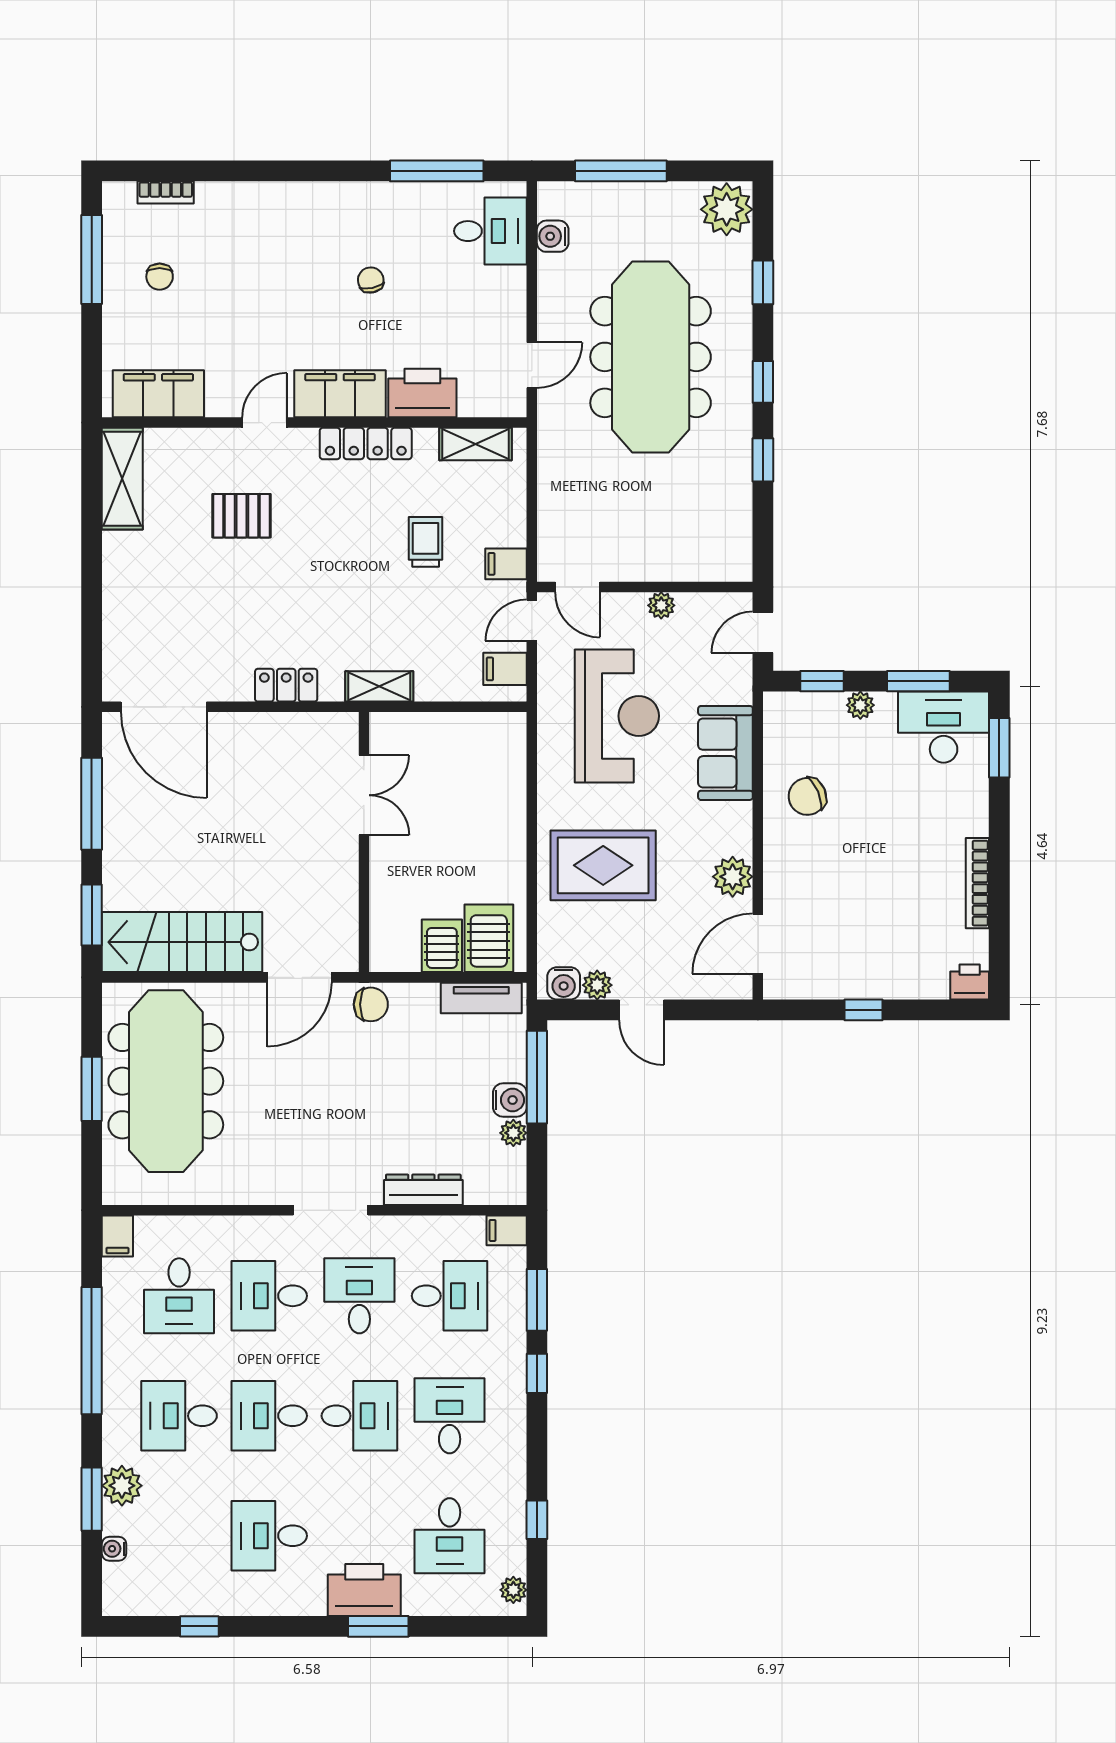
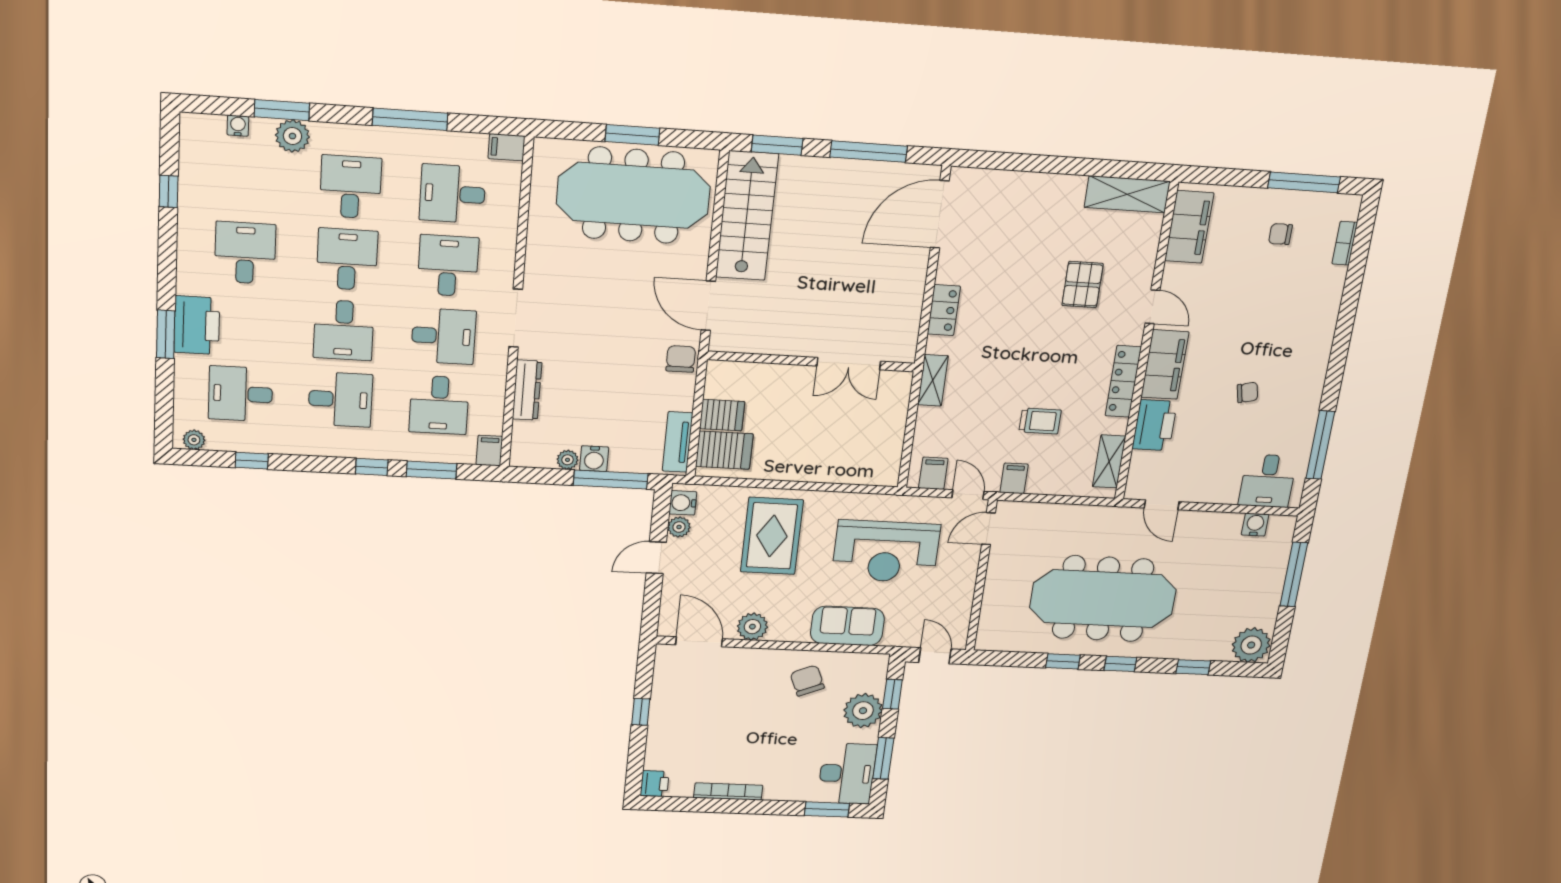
meeting table: (651, 357) -> (1103, 599), moved
plant: (661, 605) -> (965, 587), removed
plant: (860, 705) -> (863, 711), width x1.88, depth x1.88
chair: (371, 1004) -> (681, 359), turned 180
window: (92, 1351) -> (410, 119), width x0.68

